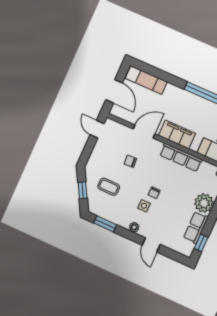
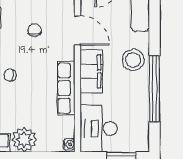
stool: (182, 102) -> (133, 60), added

